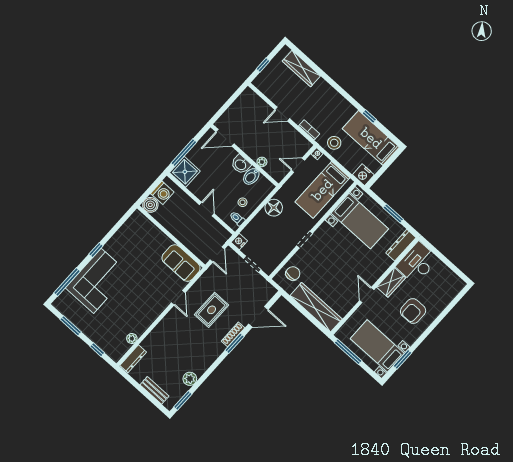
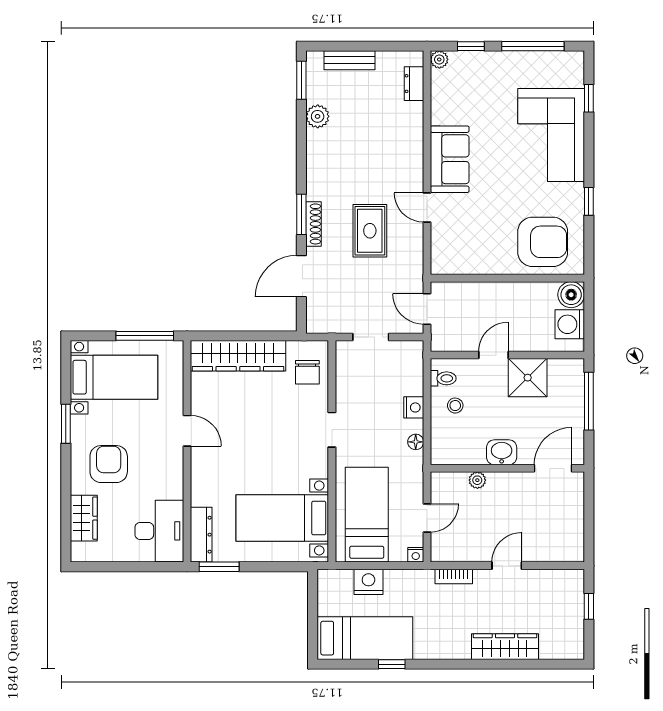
wardrobe: (301, 69) -> (505, 647), moved
stool: (334, 143) -> (406, 589), removed
shower: (185, 172) -> (528, 378), moved
nightstand: (363, 175) -> (368, 582), moved
bidet: (251, 176) -> (474, 449), removed
floor lamp: (274, 208) -> (416, 442), width x0.53, depth x0.53
door: (207, 209) -> (494, 355), swing flipped
window: (393, 213) -> (219, 567), moved
armchair: (142, 238) -> (543, 242), added
nightstand: (239, 242) -> (414, 407), moved
window: (96, 250) -> (589, 201), moved
sofa: (181, 263) -> (450, 159), moved, turned 90
window: (67, 282) -> (589, 98), width x0.46
wardrobe: (391, 282) -> (84, 518), moved, turned 180
window: (71, 326) -> (533, 46), width x1.44
plant: (132, 338) -> (439, 59), moved
dresser: (133, 359) -> (414, 84), width x0.70
window: (402, 359) -> (66, 424), moved

